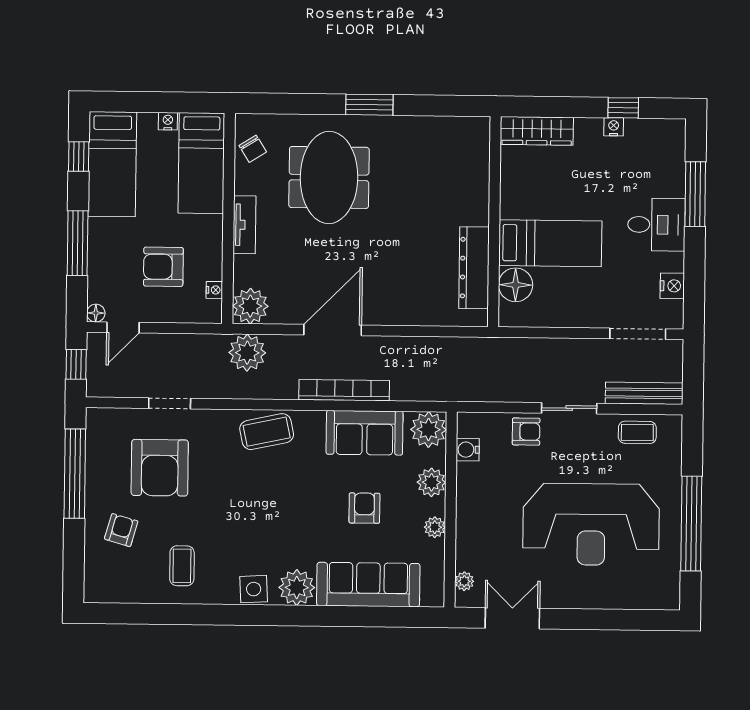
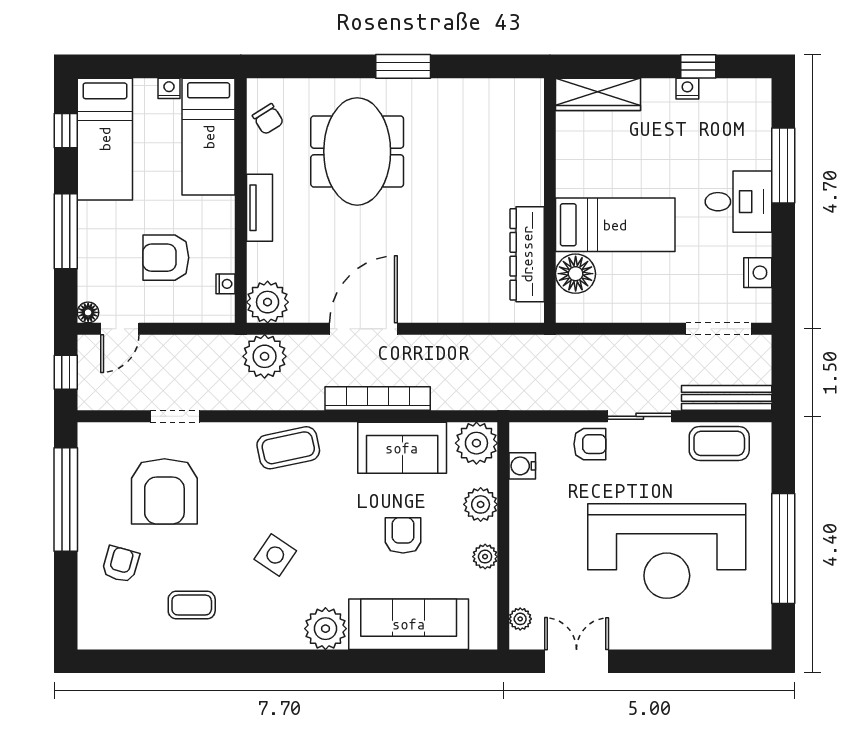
coffee table: (637, 432) -> (719, 443), width x1.36, depth x1.30
coffee table: (182, 566) -> (192, 605), turned 90
side table: (254, 589) -> (275, 555), moved, turned 37

